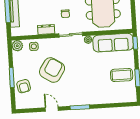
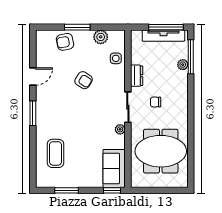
sofa: (113, 43) -> (114, 168), width x0.73
plant: (17, 46) -> (101, 37), moved
armchair: (52, 70) -> (84, 80), width x0.53, depth x0.53
coffee table: (122, 75) -> (55, 153), moved

